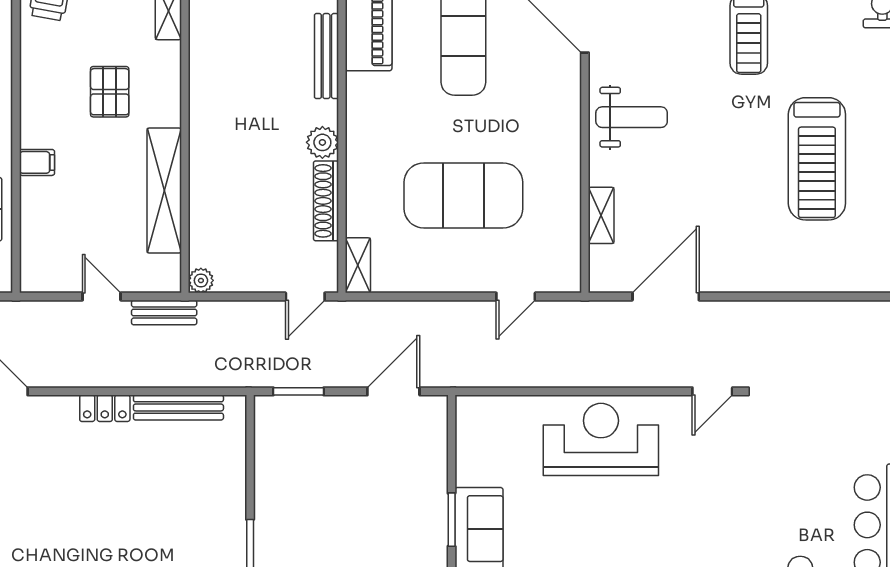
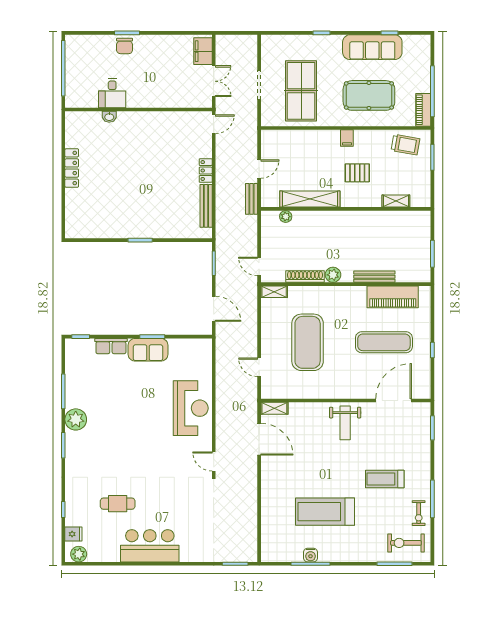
filing cabinet: (37, 162) -> (347, 138), moved
shelving: (601, 215) -> (274, 408), moved
plant: (201, 280) -> (286, 217), moved

